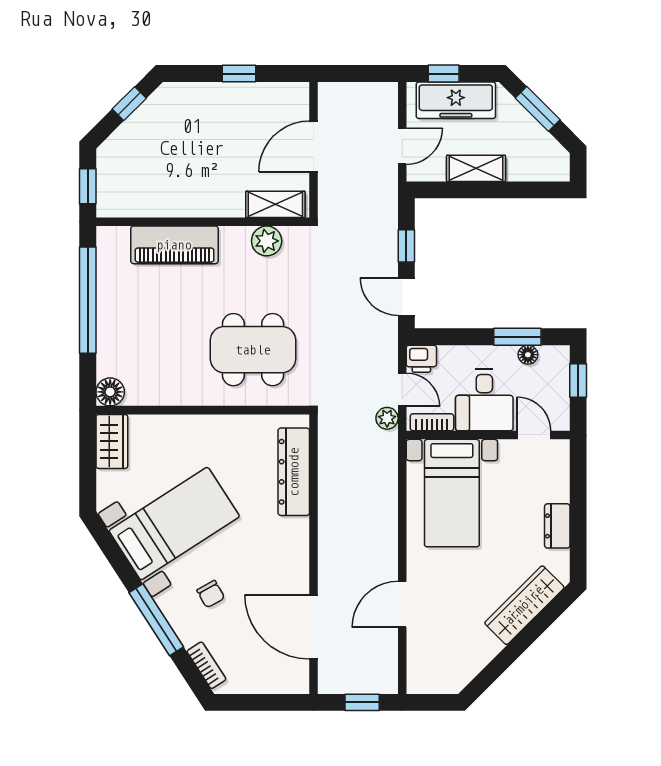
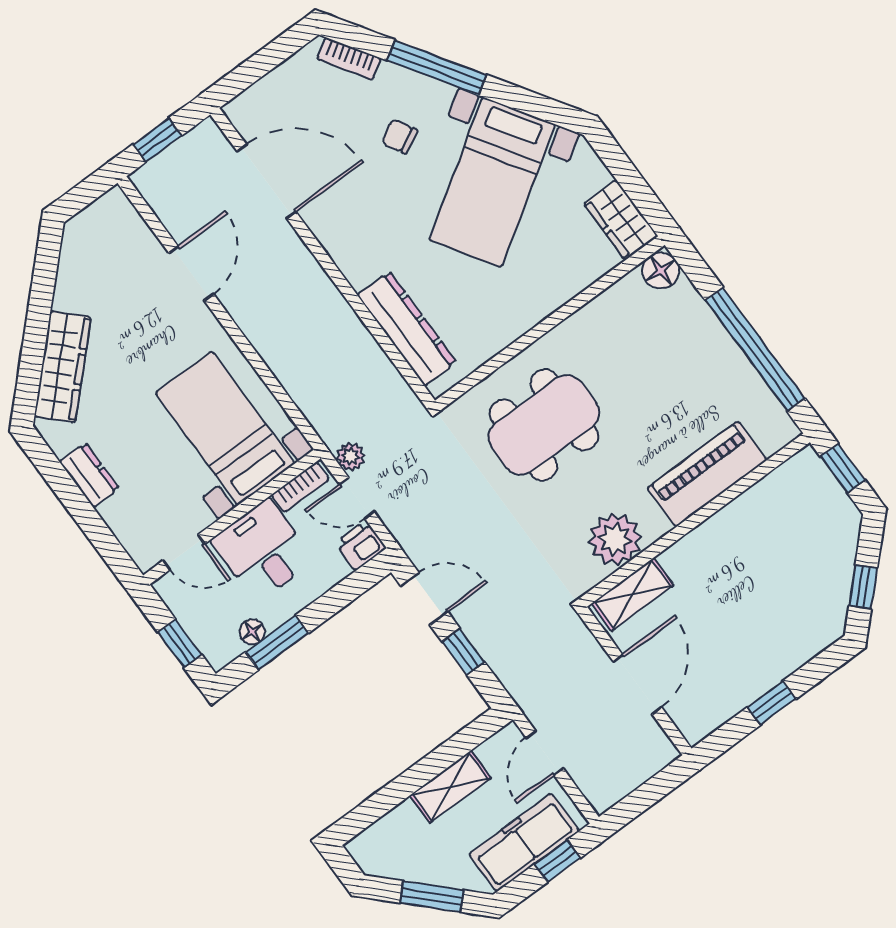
plant: (267, 241) -> (615, 539), width x1.36, depth x1.36

